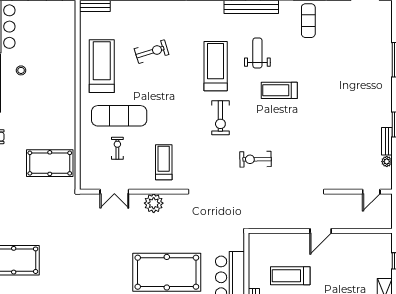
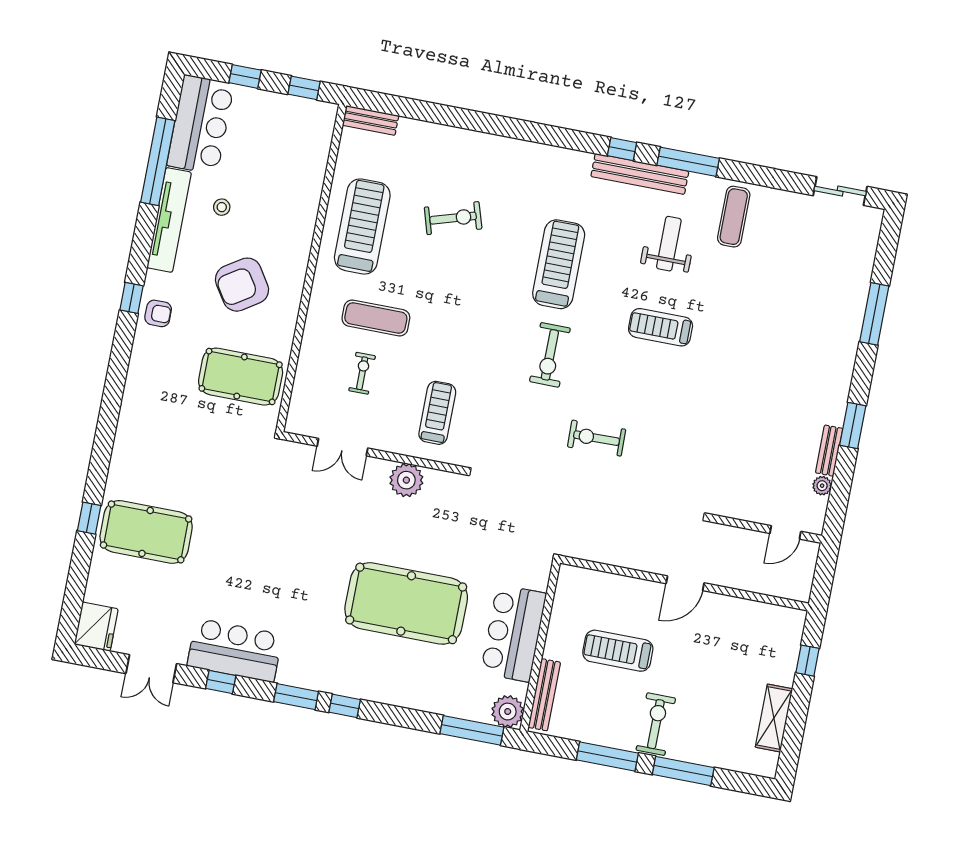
weight bench: (257, 53) -> (669, 244), moved
armchair: (41, 112) -> (242, 285), added
exercise mat: (119, 116) -> (376, 318), width x0.73, depth x0.69

